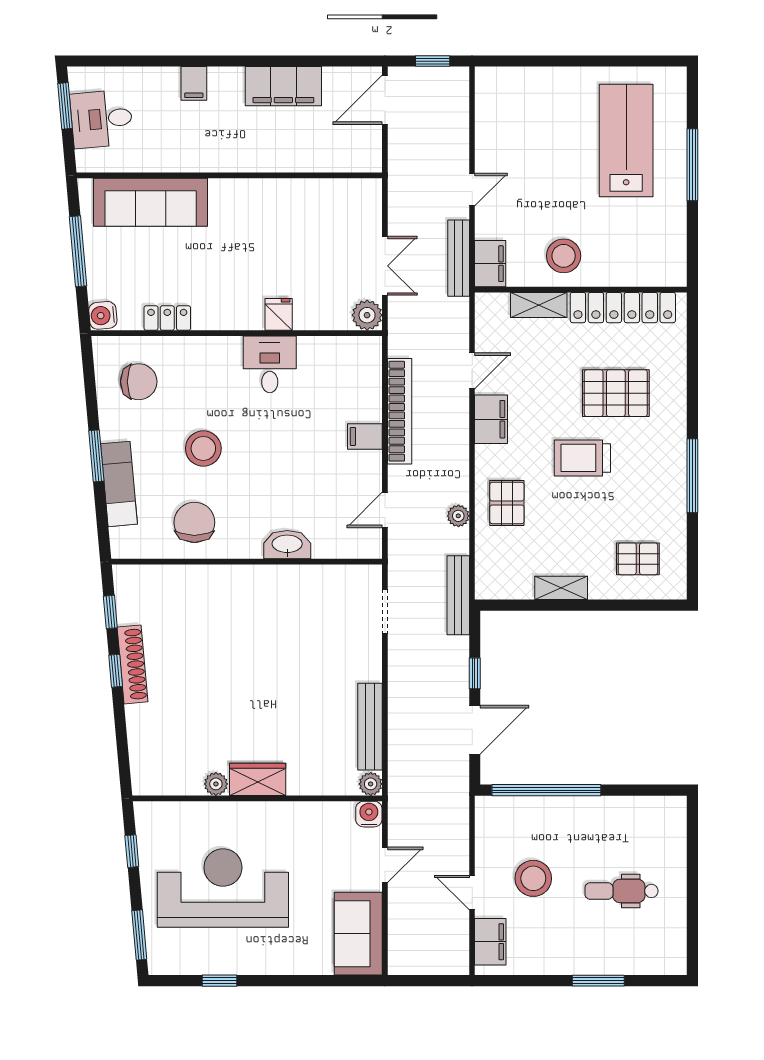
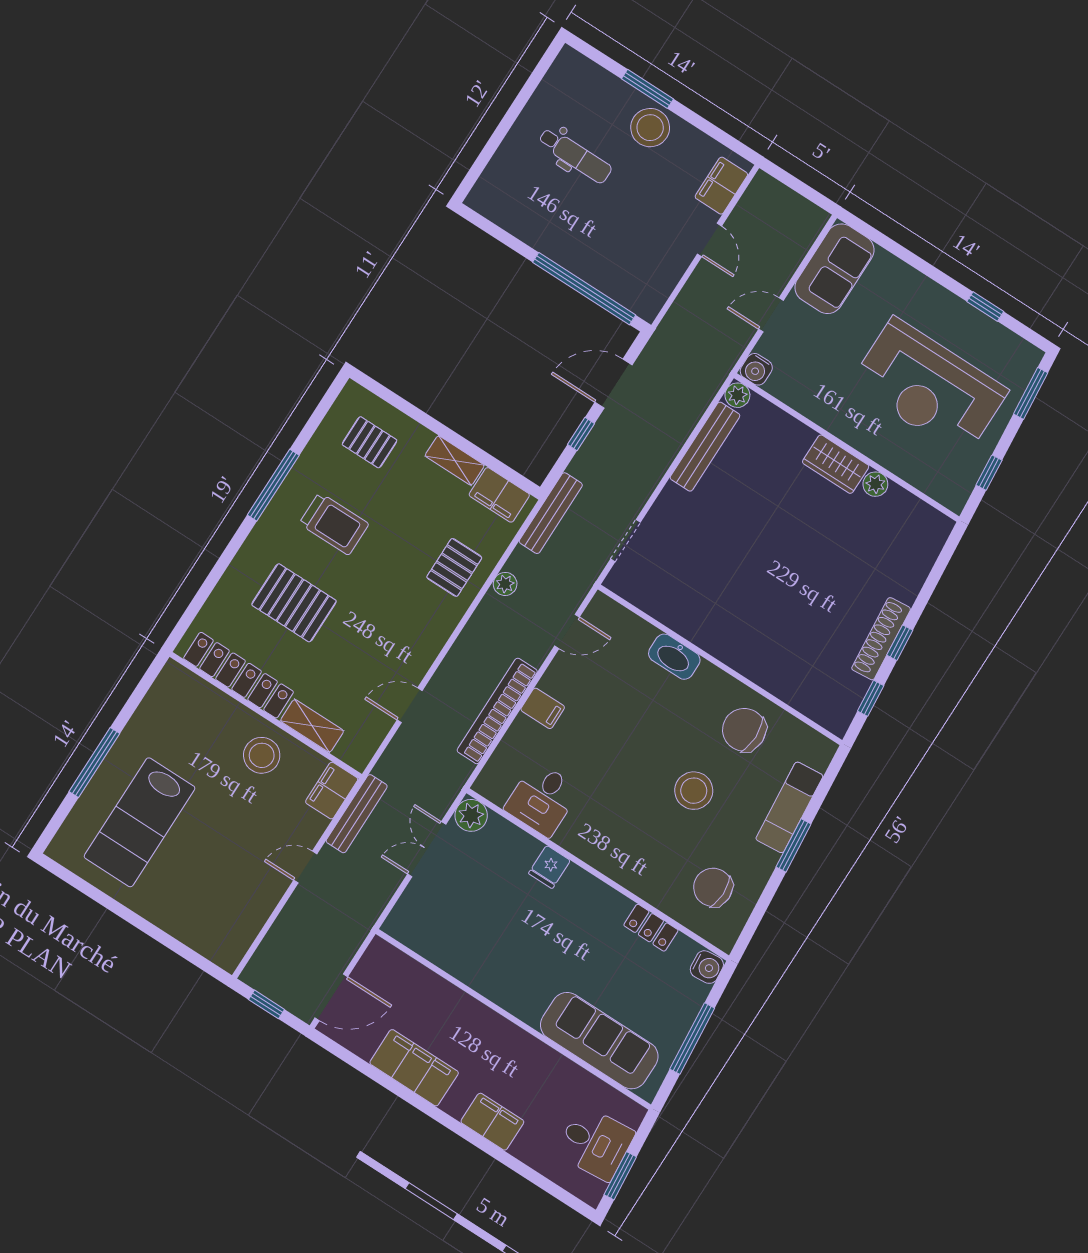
filing cabinet: (194, 83) -> (492, 1122), width x2.00
desk: (270, 364) -> (542, 799), moved
filing cabinet: (491, 419) -> (499, 495), moved, turned -90
trolley: (582, 458) -> (334, 524), moved
chair: (194, 522) -> (744, 730), turned 90
stool: (533, 878) -> (650, 128), moved

